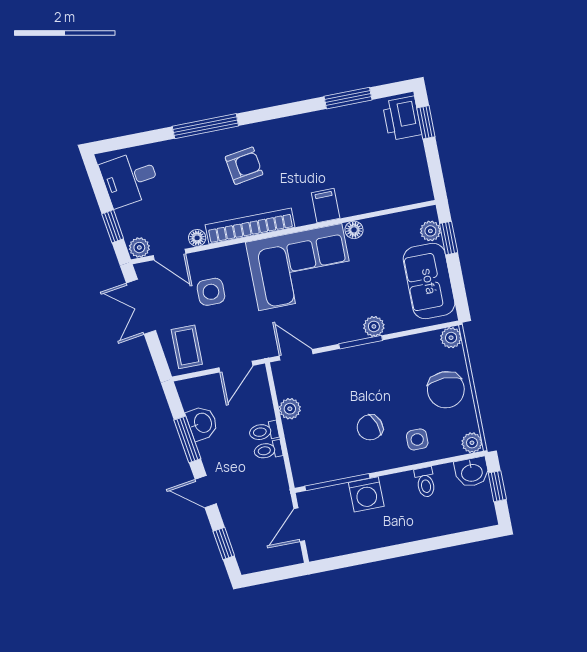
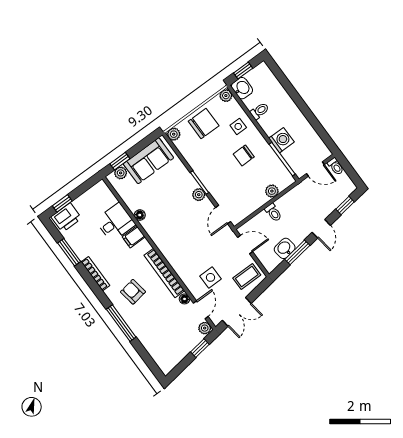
bookcase: (298, 122) -> (95, 274), added
desk: (130, 179) -> (115, 222), moved, turned -82
corner sofa: (300, 267) -> (174, 235), removed
plant: (374, 326) -> (199, 195), moved
plant: (290, 409) -> (272, 191), moved
chair: (370, 427) -> (244, 155), turned 110
toilet: (268, 450) -> (336, 166), moved

